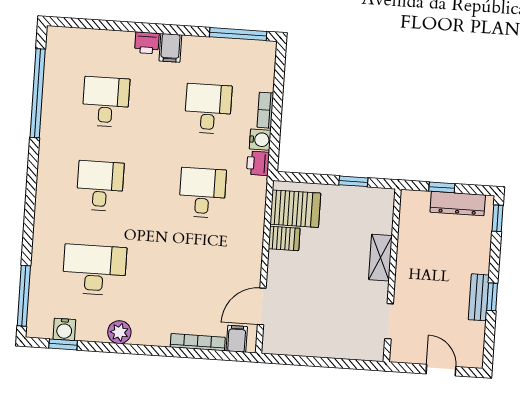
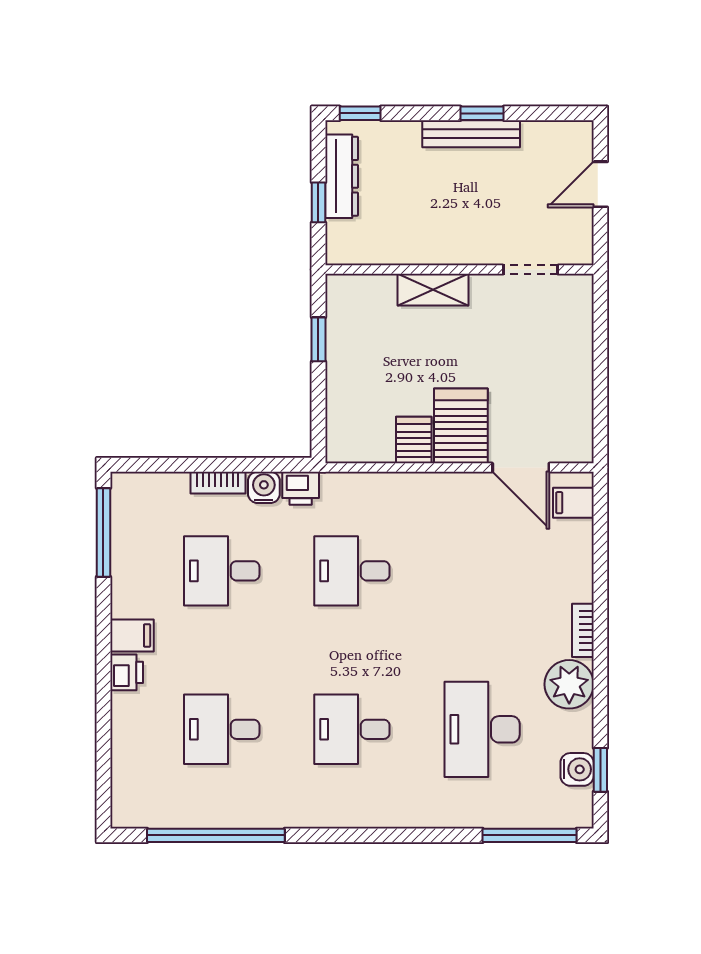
server rack: (295, 209) -> (461, 426), moved
bench: (479, 297) -> (471, 134), width x1.36
plant: (119, 332) -> (569, 684), width x1.36, depth x1.36
bookcase: (198, 342) -> (583, 630), moved, width x0.64

